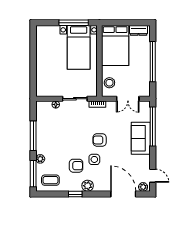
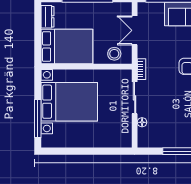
window: (74, 23) -> (38, 118), moved
bed with nightstands: (79, 47) -> (69, 102), width x1.36
double door: (128, 99) -> (135, 30), swing flipped

